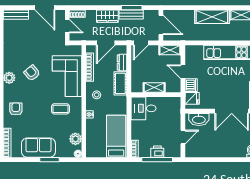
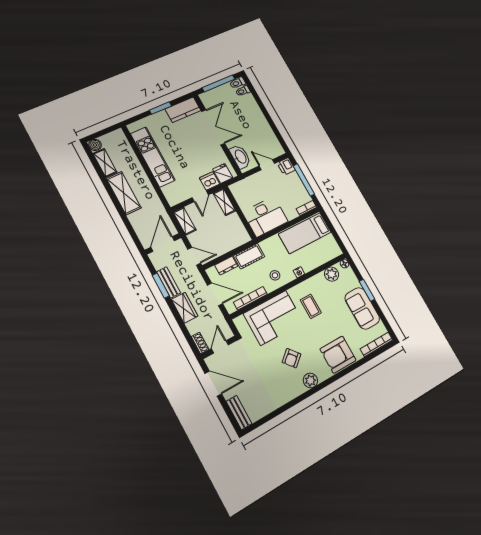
door: (45, 8) -> (213, 384), hinge flipped
shelving: (154, 88) -> (224, 202), moved
desk: (144, 108) -> (265, 217), width x1.37
armchair: (16, 109) -> (338, 355), width x1.88, depth x1.88
printer: (157, 152) -> (286, 166), moved

